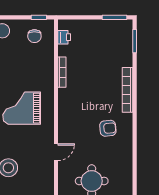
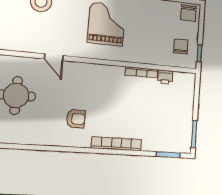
chair: (34, 36) -> (181, 46), turned 90
printer: (64, 37) -> (165, 77), moved
armchair: (108, 128) -> (76, 119), turned -85

